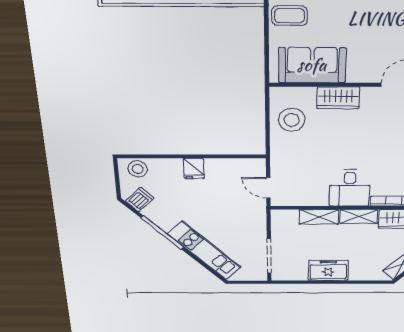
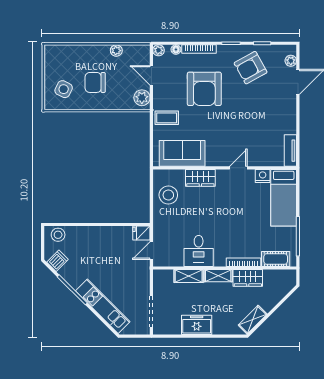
fridge: (194, 168) -> (141, 233), moved, turned 90
door: (268, 188) -> (151, 251), hinge flipped
desk: (350, 188) -> (199, 251), moved

